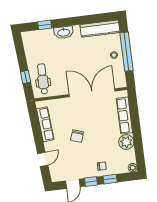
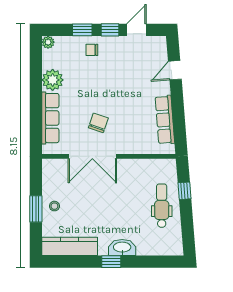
window: (45, 25) -> (111, 262), moved
window: (127, 52) -> (36, 209), width x0.47
dental chair: (43, 79) -> (162, 206), moved, turned 180
double door: (92, 93) -> (92, 156), width x0.73
chair: (77, 136) -> (98, 123), moved

